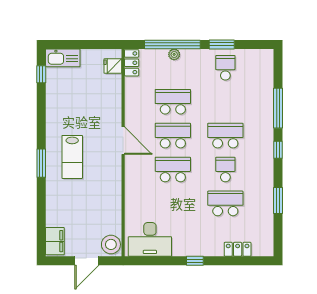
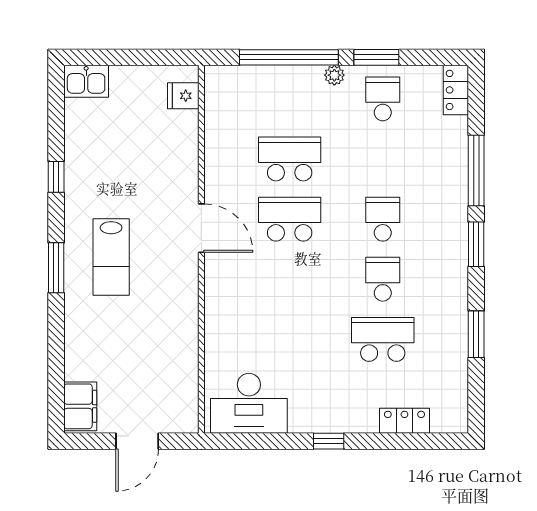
plant: (174, 54) -> (334, 75), moved
kitchen sink: (63, 58) -> (86, 81), width x0.73
locker: (132, 63) -> (456, 90), moved, turned 180
window: (41, 74) -> (56, 177), moved
school desk: (225, 136) -> (383, 219), width x0.54
window: (278, 150) -> (476, 244), width x1.50
school desk: (173, 170) -> (290, 279), removed
stool: (111, 244) -> (180, 412), removed

